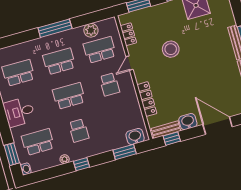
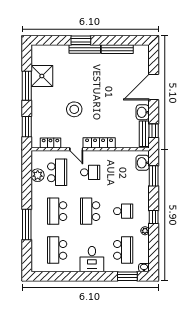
window: (55, 28) -> (27, 224), moved
school desk: (100, 50) -> (57, 172), turned 180
locker: (147, 99) -> (99, 143), moved
school desk: (38, 142) -> (123, 250), turned 180

